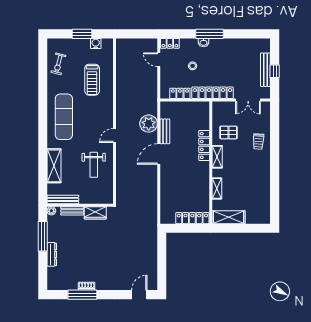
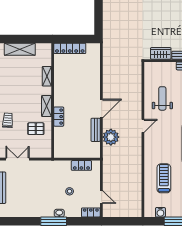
locker: (213, 93) -> (51, 166), removed
locker: (204, 145) -> (59, 117), width x0.66
shelving: (228, 217) -> (20, 49), moved

